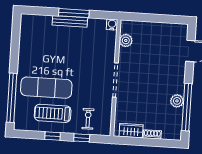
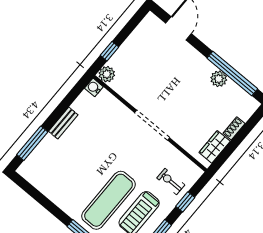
window: (74, 13) -> (32, 143), moved
window: (143, 17) -> (110, 51), added
bench: (70, 21) -> (63, 123), width x0.73
plant: (126, 40) -> (107, 74), moved

